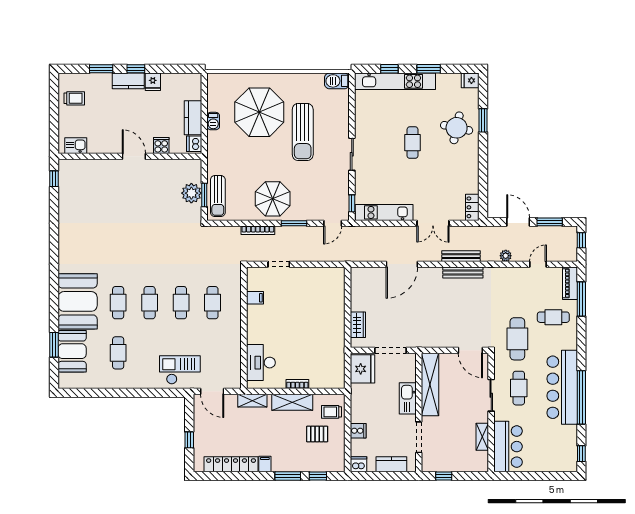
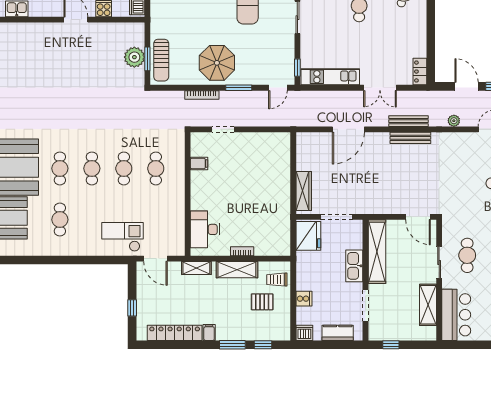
wardrobe: (358, 325) -> (304, 191), width x1.50
cafe table: (517, 339) -> (466, 205), removed
shelving: (482, 437) -> (428, 305), width x1.50, depth x1.33

